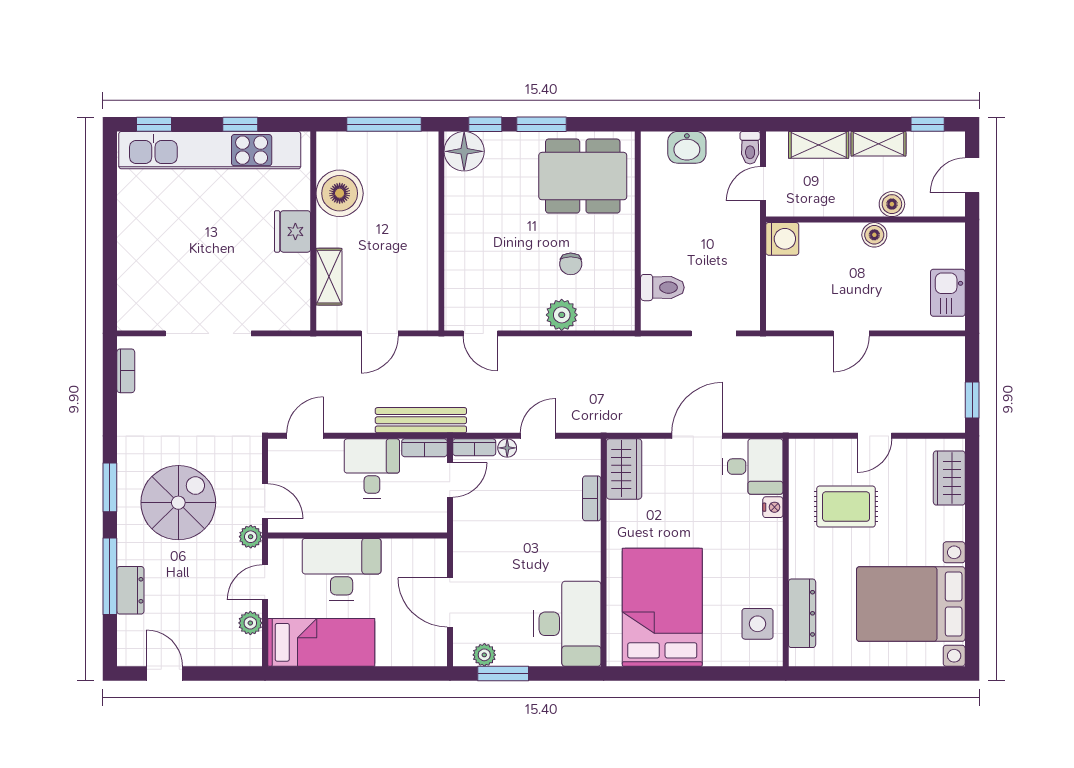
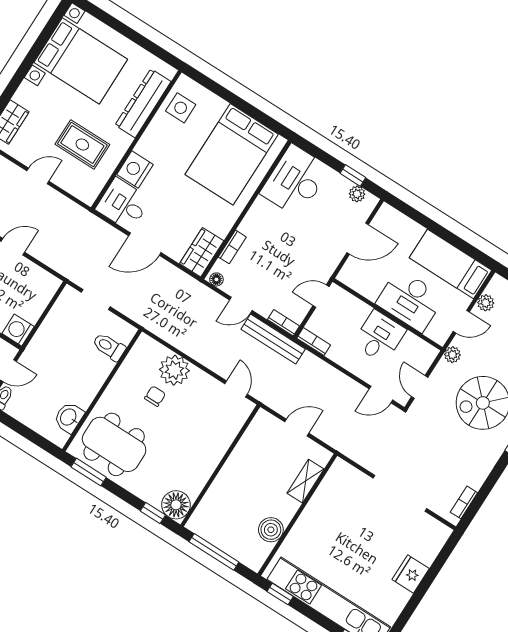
window: (240, 124) -> (280, 594), moved
window: (541, 124) -> (89, 472), moved
washbasin: (687, 147) -> (69, 417), moved, turned -90
boiler: (340, 193) -> (271, 530), width x0.73, depth x0.73
fridge: (293, 231) -> (411, 574), moved, turned 180
plant: (562, 315) -> (174, 370), width x1.36, depth x1.36
bench: (421, 420) -> (273, 339), moved
floor lamp: (507, 448) -> (216, 279), moved
desk: (372, 468) -> (379, 337), moved, turned 180
door: (450, 480) -> (321, 296), moved
door: (265, 501) -> (420, 387), moved
nightstand: (773, 507) -> (135, 169), width x1.89, depth x1.79
door: (450, 602) -> (358, 239), hinge flipped
dresser: (802, 613) -> (143, 103), width x1.37, depth x1.24
window: (503, 673) -> (353, 175), width x0.67

